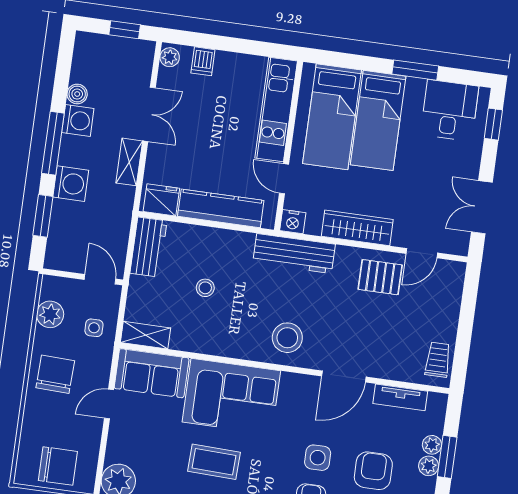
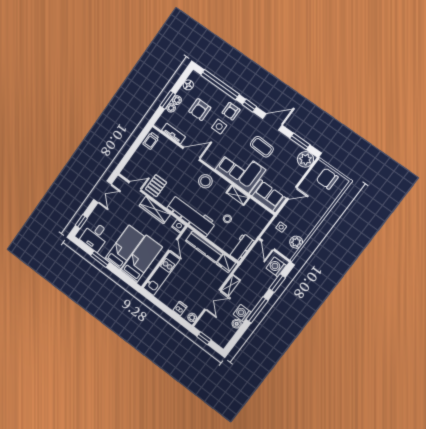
double door: (149, 114) -> (212, 300), swing flipped
washing machine: (71, 184) -> (276, 267), moved
workbench: (294, 253) -> (191, 215), width x1.36, depth x1.32
pallet: (380, 277) -> (156, 186), turned 90
shelving: (146, 335) -> (238, 195), moved
chair: (55, 374) -> (308, 217), removed

